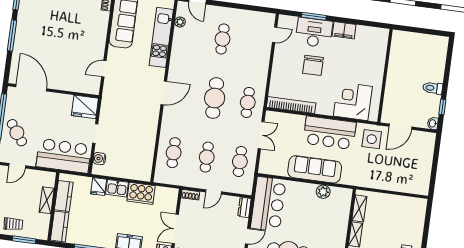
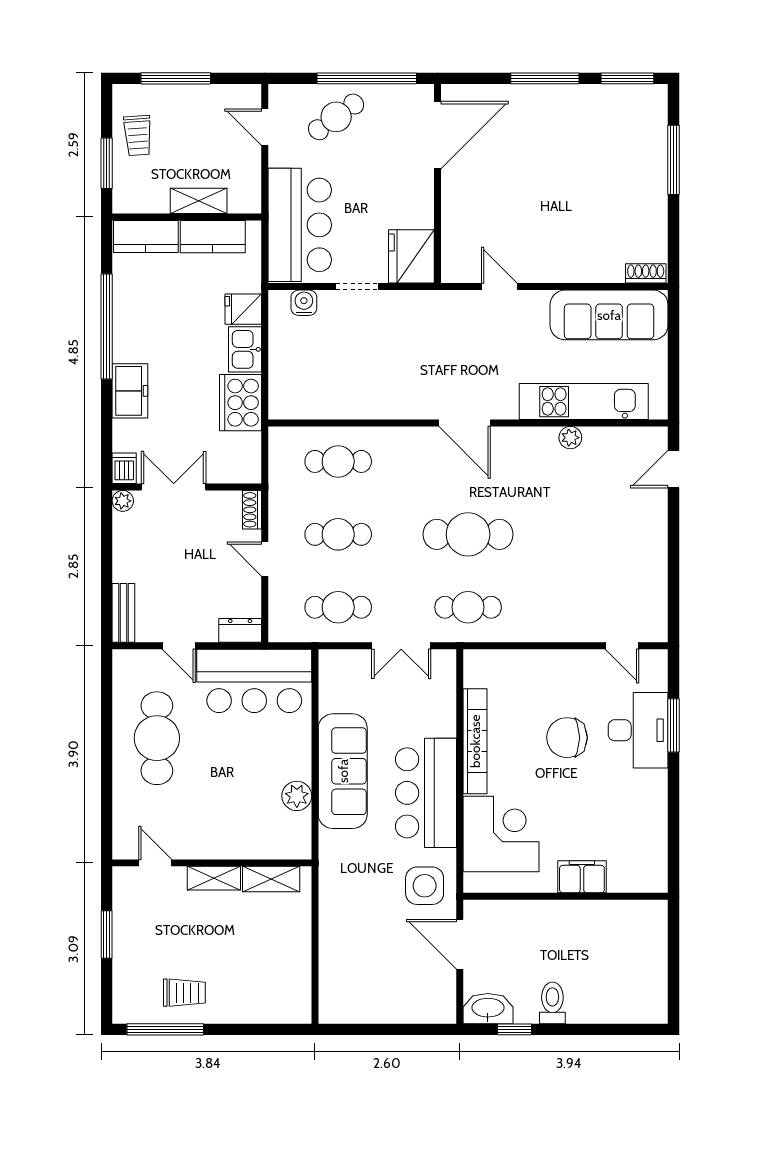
plant: (180, 22) -> (570, 438), moved
filing cabinet: (344, 30) -> (582, 877), moved, turned 90
cafe table: (222, 39) -> (598, 534), removed
bookcase: (291, 105) -> (475, 741), moved
washbasin: (433, 123) -> (488, 1009), width x1.91, depth x1.45

